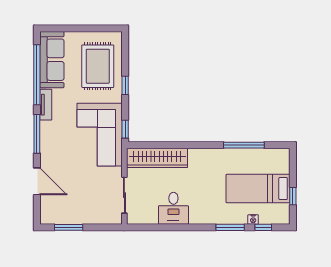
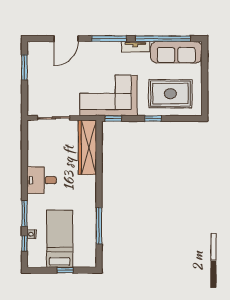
window: (293, 196) -> (65, 270), moved
desk: (173, 208) -> (42, 180), moved

